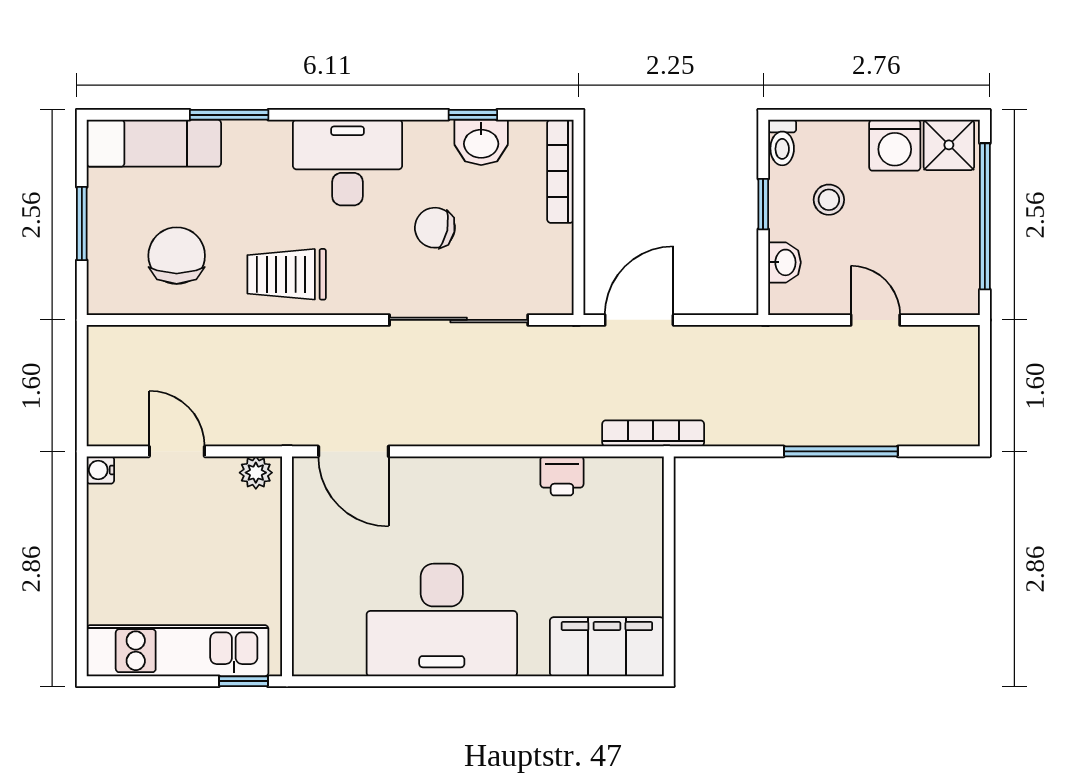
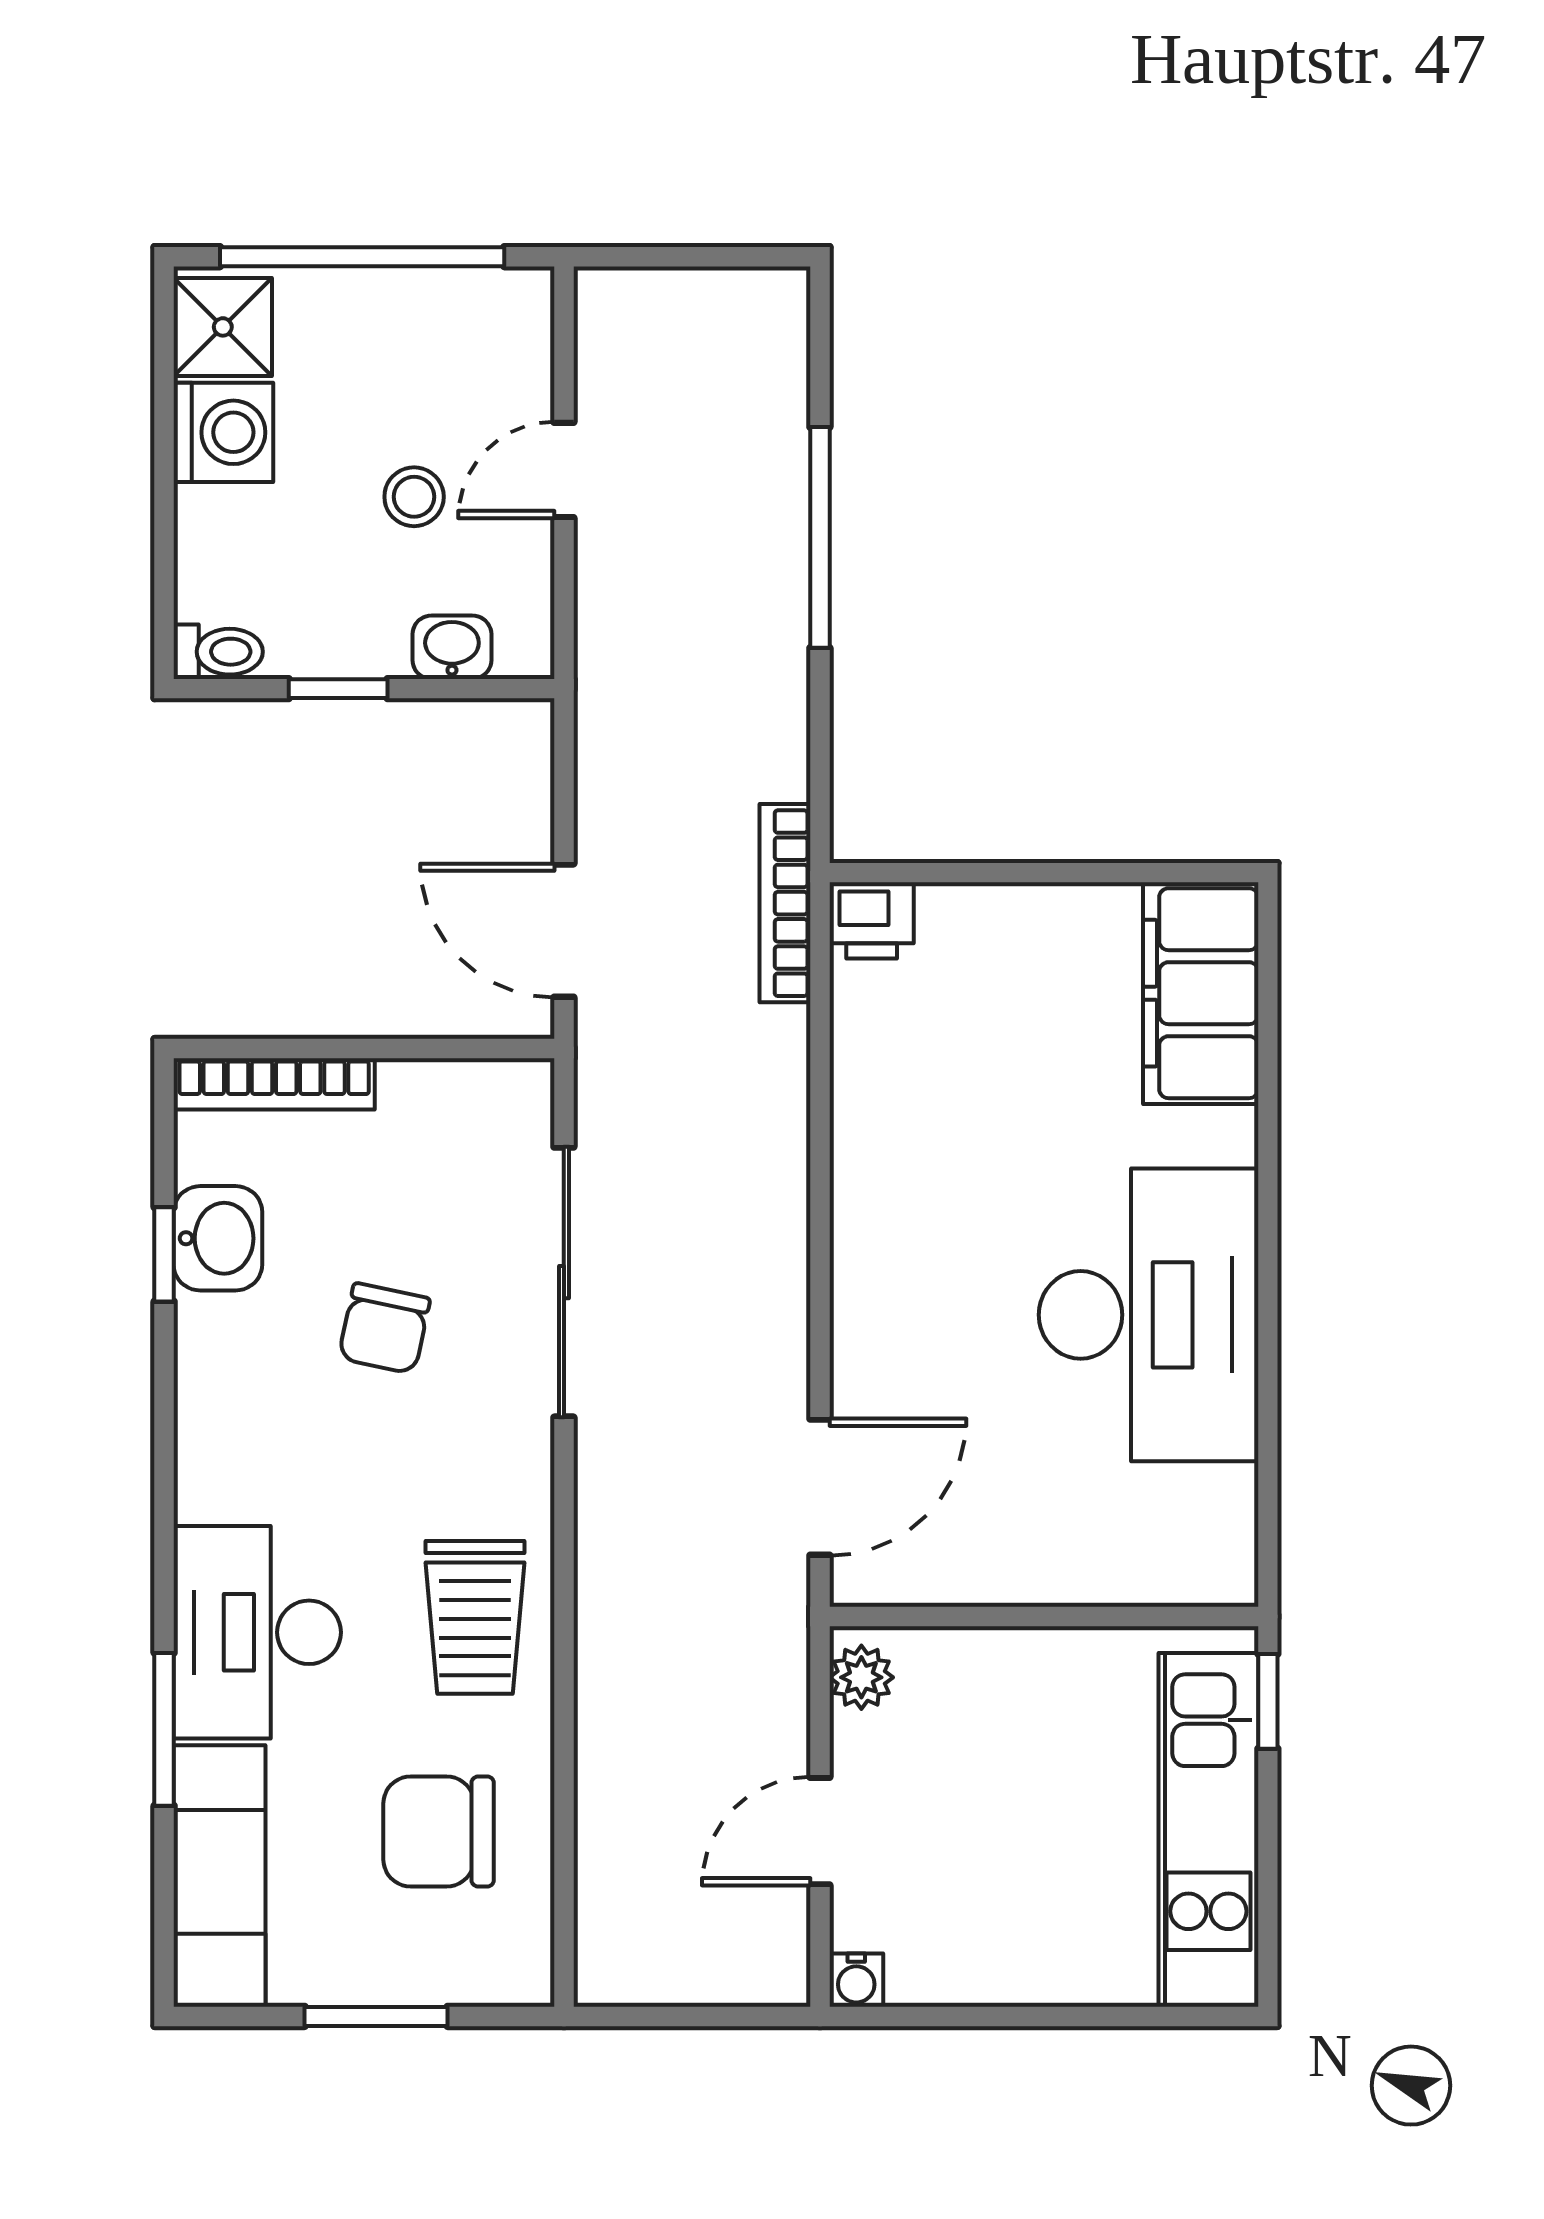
desk: (348, 163) -> (257, 1632), moved
stool: (829, 200) -> (414, 497), moved
printer: (562, 476) -> (872, 920), moved, turned 90

